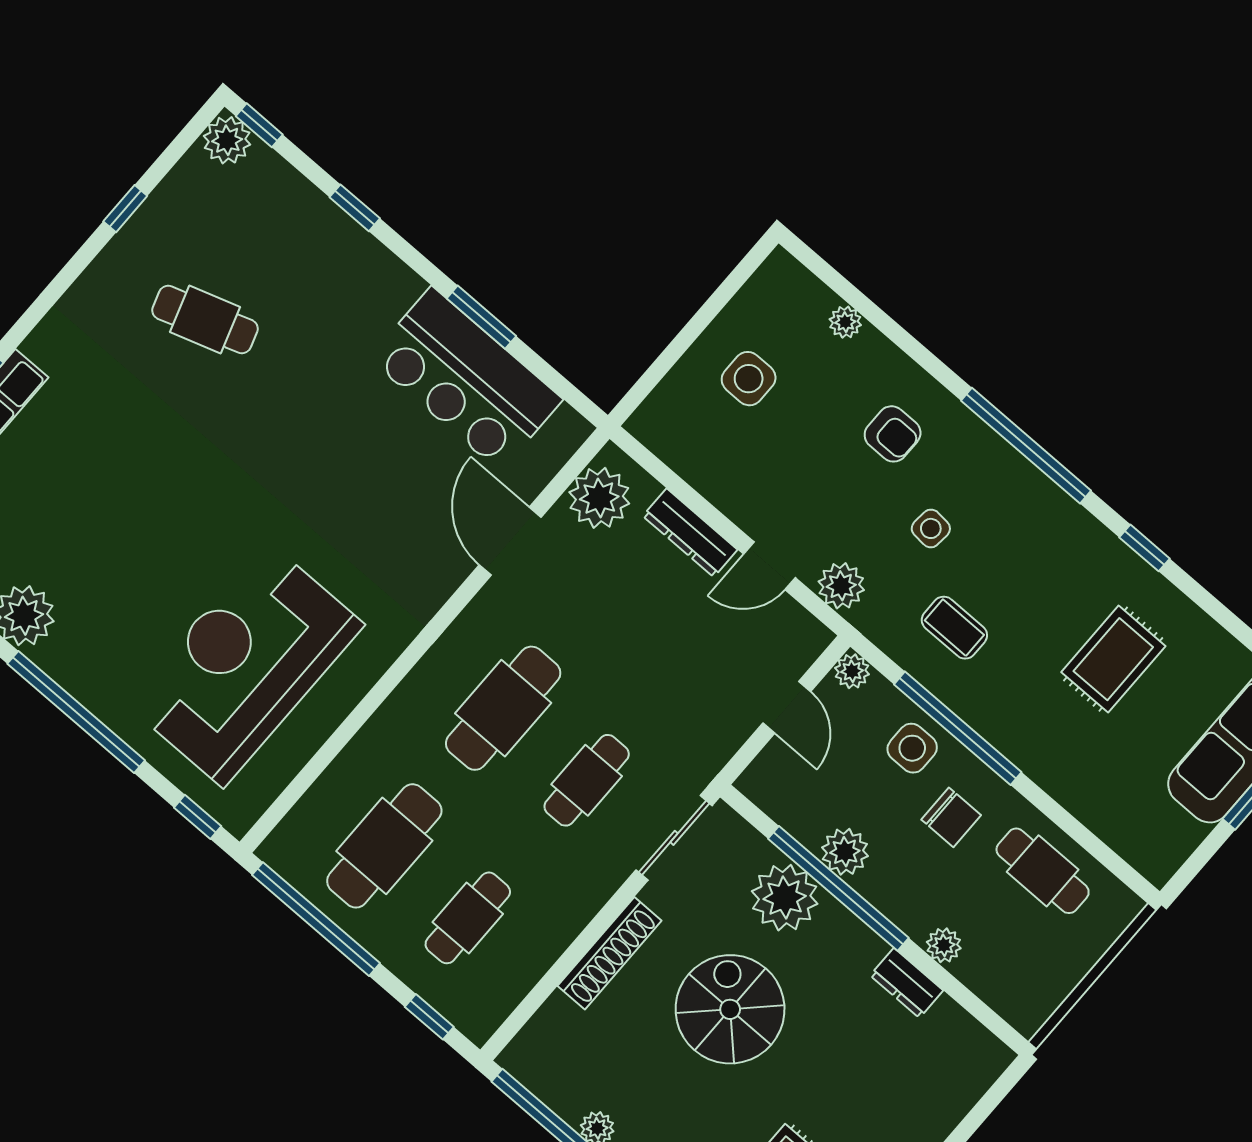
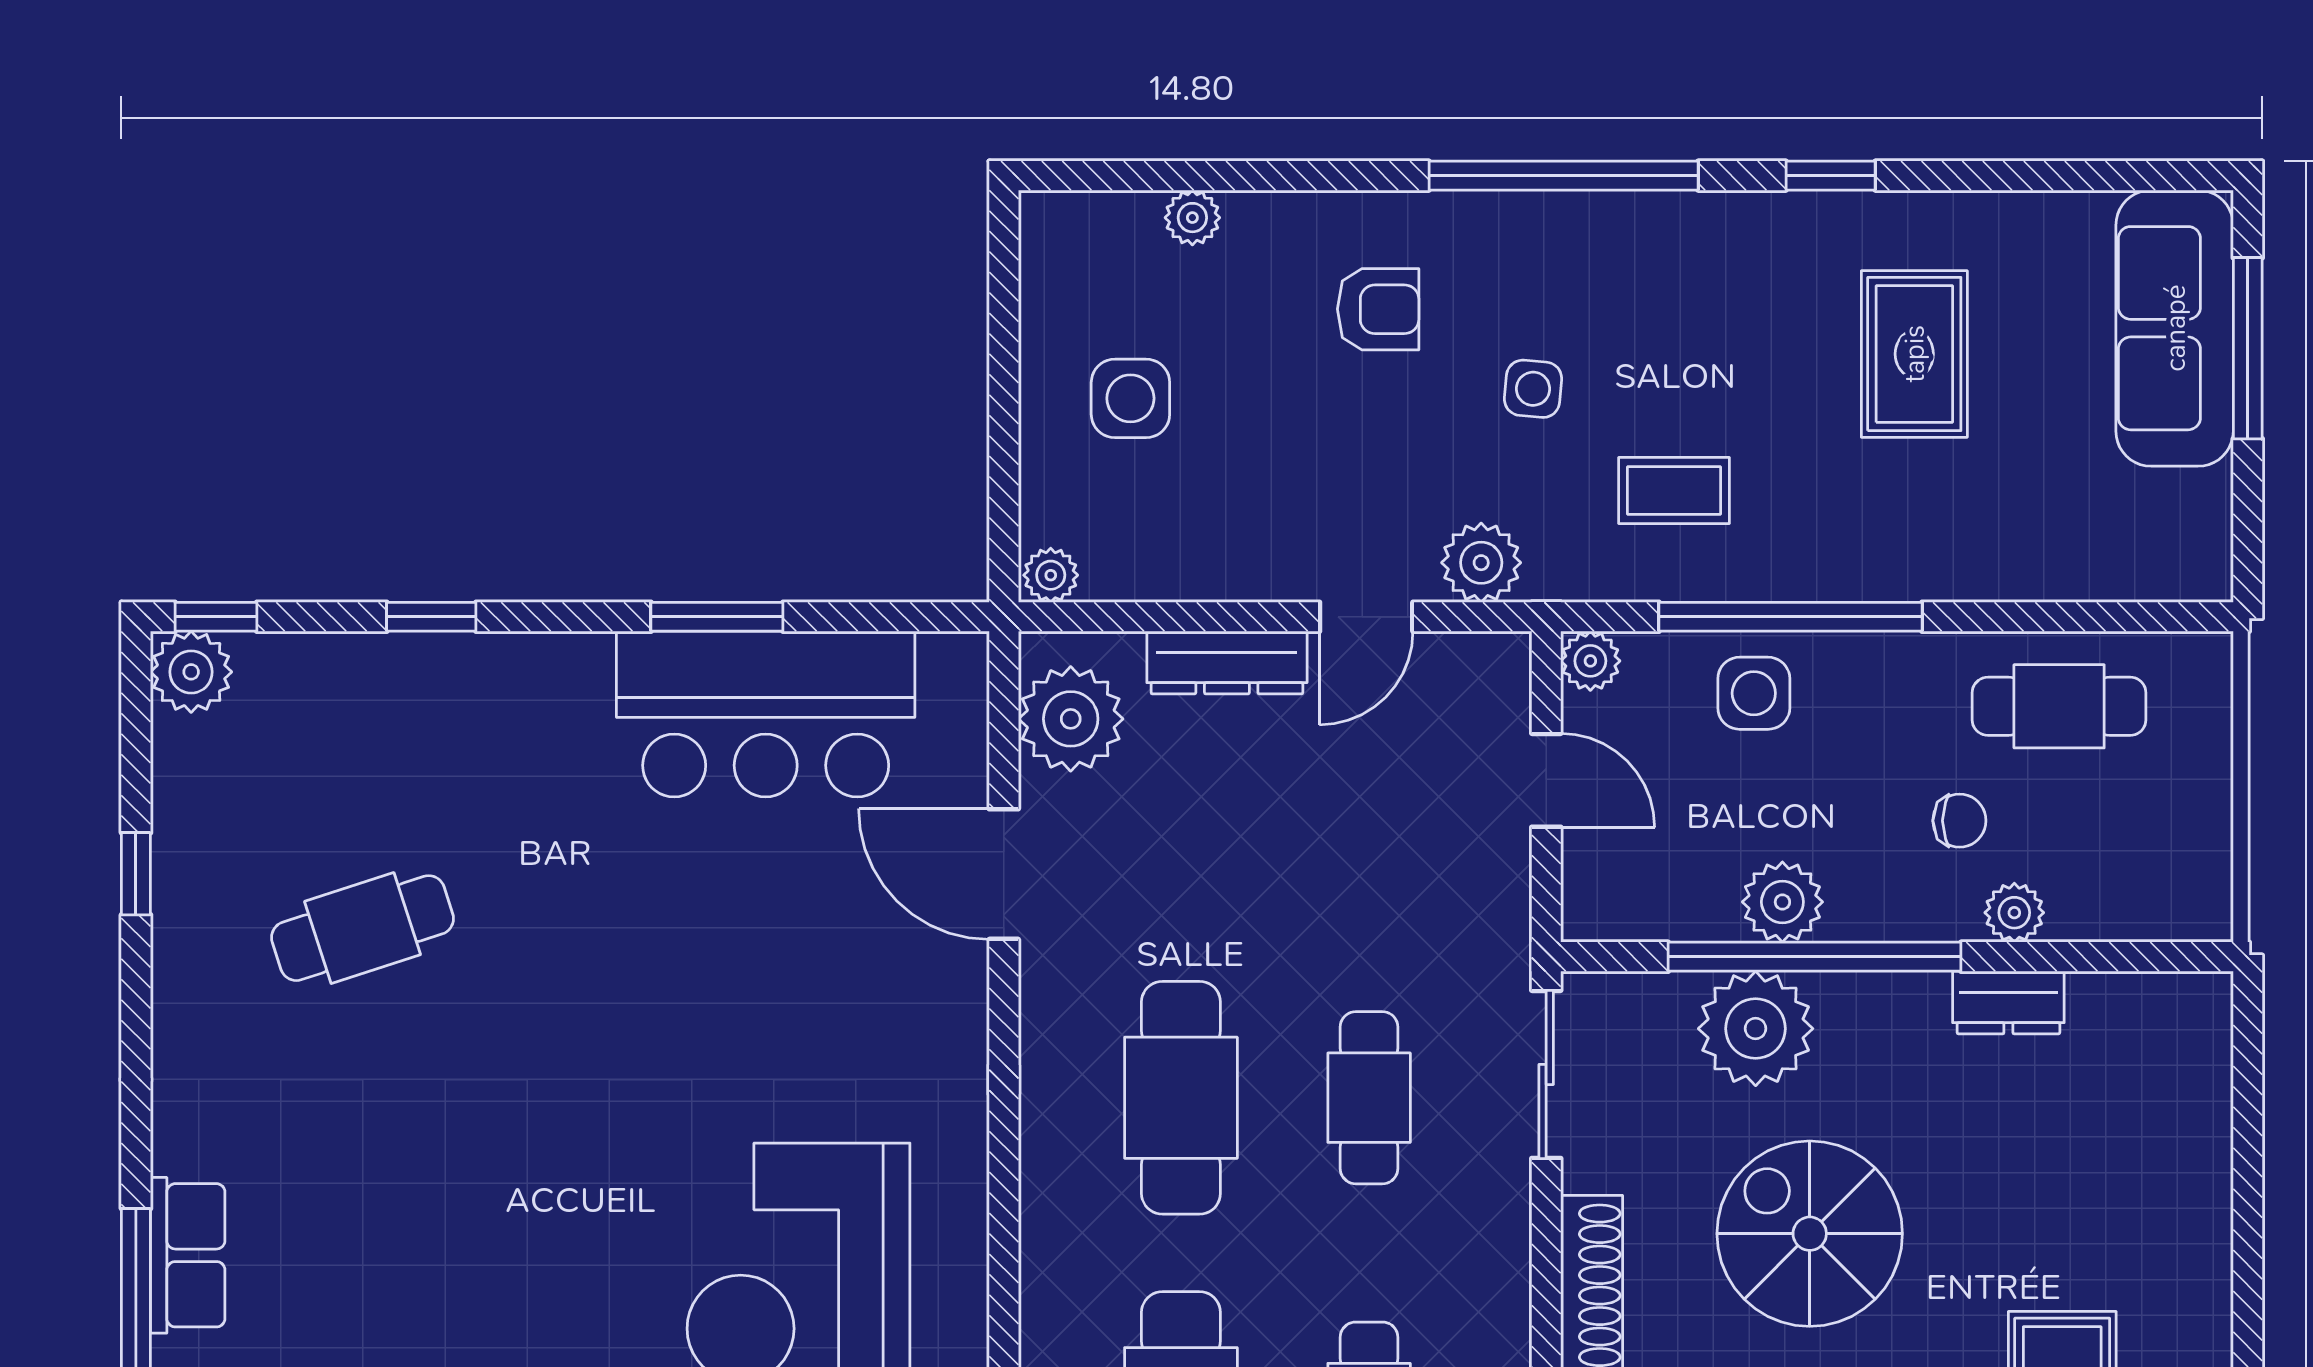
plant: (645, 426) -> (1051, 575), added
chair: (951, 817) -> (1959, 821), moved, width x0.73, depth x0.73

